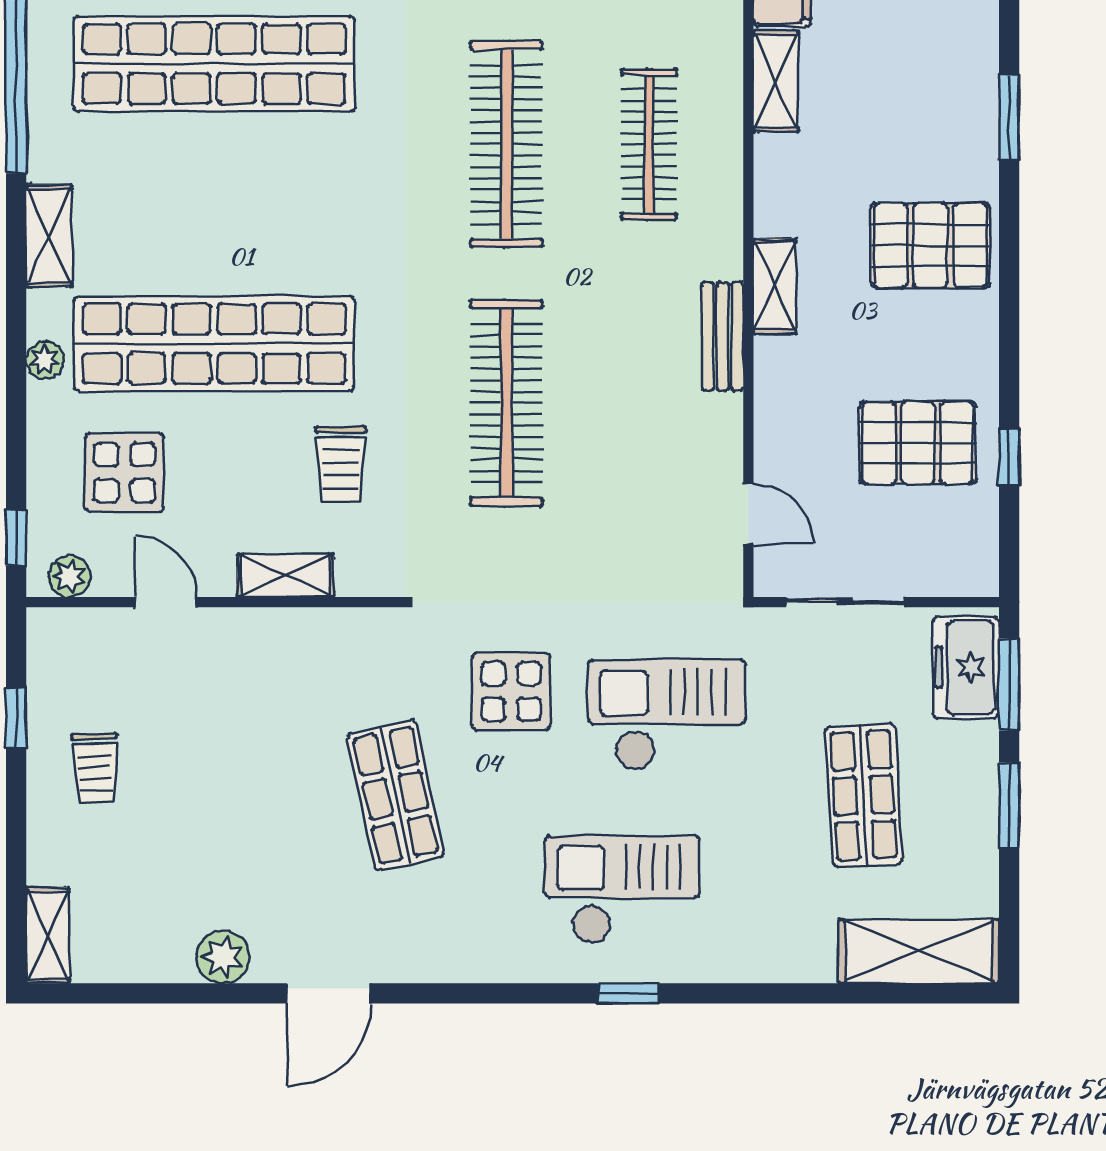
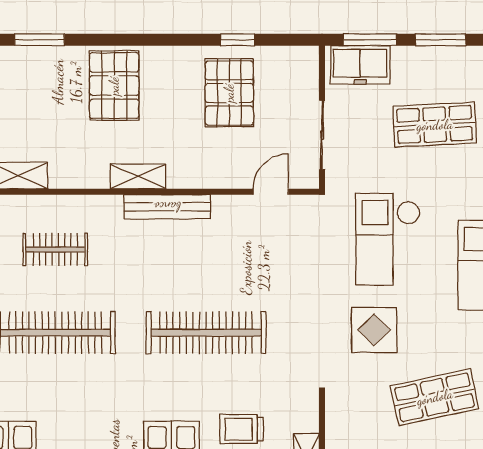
clothes rail: (649, 144) -> (55, 250), width x0.73
bench: (722, 336) -> (167, 207), width x1.36
trolley: (341, 464) -> (242, 429), turned 180

